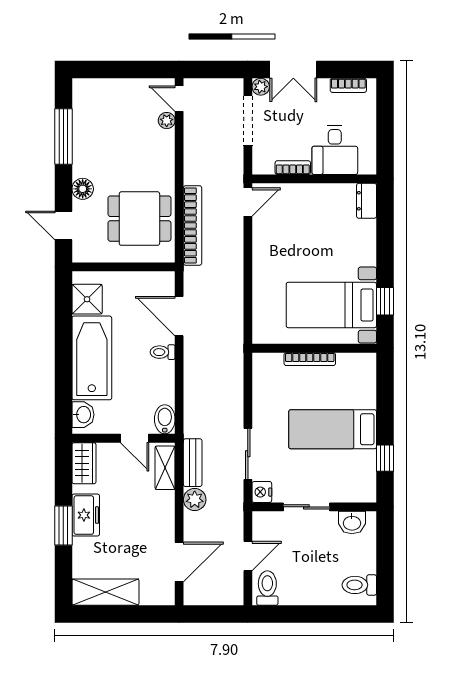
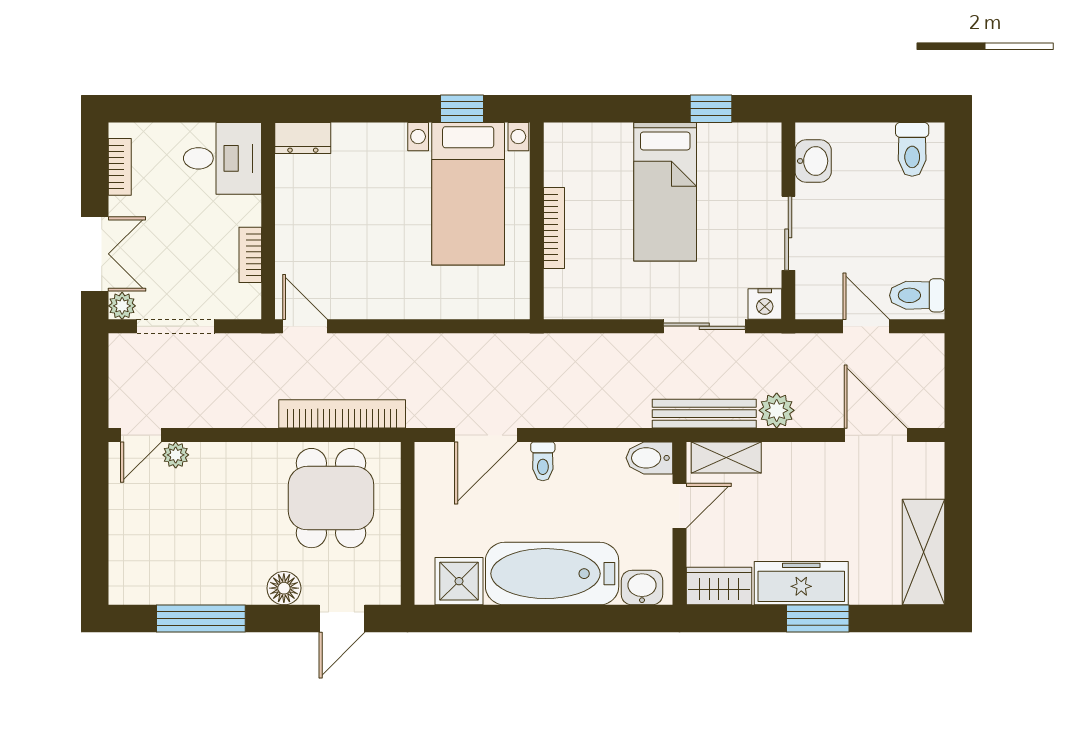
desk: (335, 150) -> (222, 158), moved
bench: (193, 463) -> (704, 414), width x1.36
freezer: (86, 515) -> (801, 583), width x1.40

